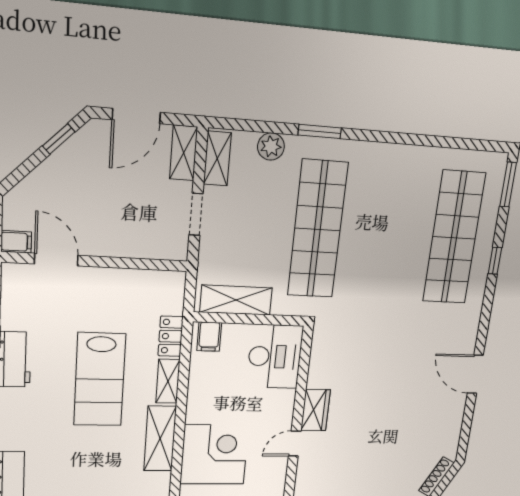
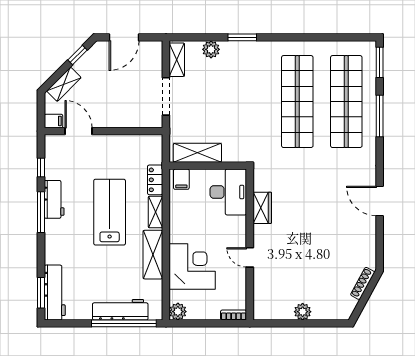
shelving: (184, 153) -> (64, 84), moved, turned 45
doorway: (196, 214) -> (166, 96), width x1.38
shop shelf: (317, 230) -> (297, 102), moved
window: (495, 261) -> (380, 116), width x2.17
lab bench: (100, 380) -> (110, 212), turned 180
wardrobe: (315, 410) -> (262, 208), moved
door: (295, 444) -> (250, 257), hinge flipped

